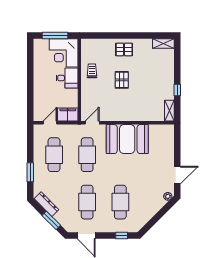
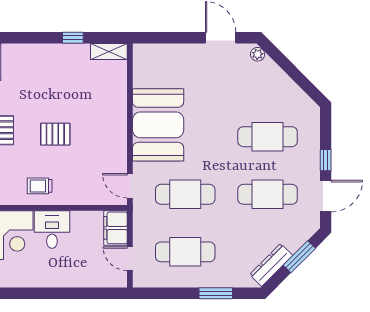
window: (122, 236) -> (326, 160), moved

